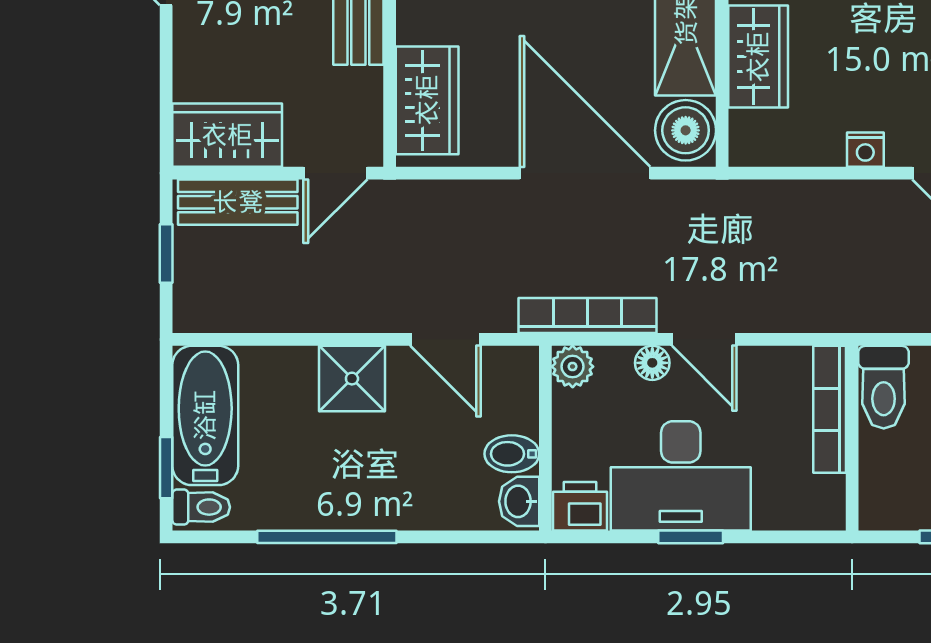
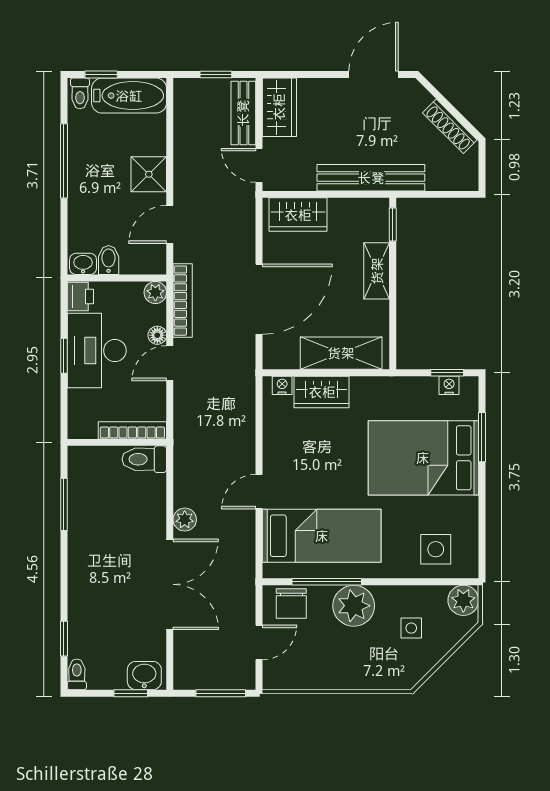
boiler: (686, 130) -> (282, 353), removed
nightstand: (865, 150) -> (282, 385), moved, turned 90

